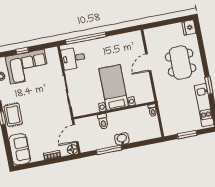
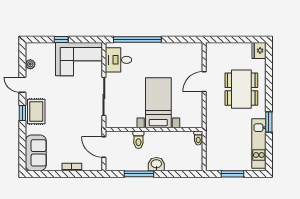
corner sofa: (27, 67) -> (79, 59), moved
door: (75, 133) -> (104, 147), hinge flipped
floor lamp: (72, 149) -> (97, 165), removed

